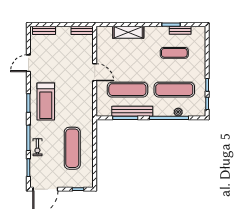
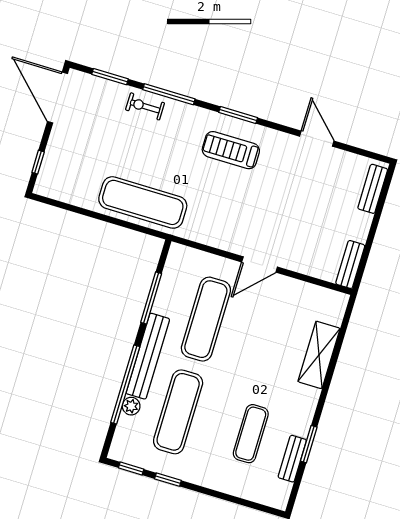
treadmill: (46, 101) -> (231, 150), width x0.73, depth x0.73
bench: (132, 111) -> (148, 356), moved
exercise mat: (72, 148) -> (143, 202), moved

